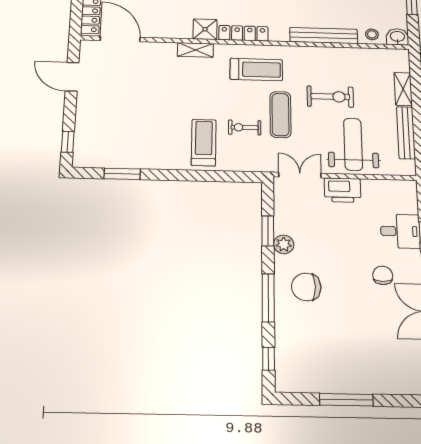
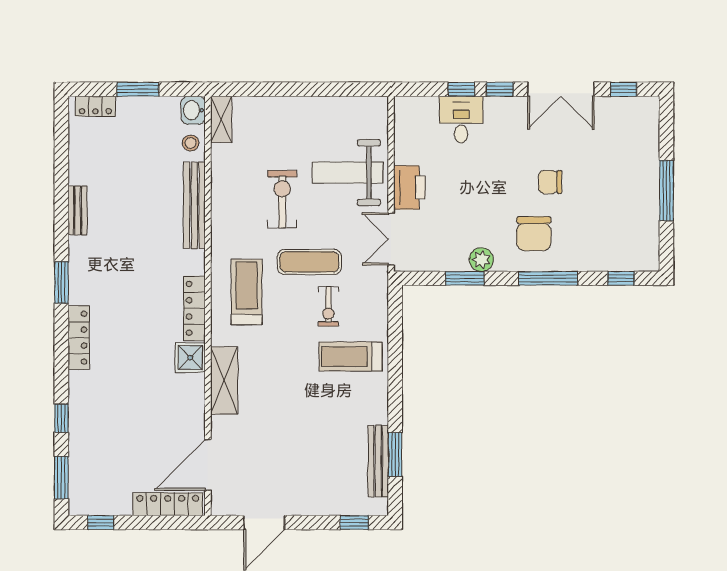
shelving: (195, 50) -> (224, 380), width x1.50, depth x1.33
shelving: (403, 89) -> (221, 119), moved, turned 90
bench: (406, 133) -> (378, 461), moved, turned 90
chair: (383, 275) -> (550, 182), moved

